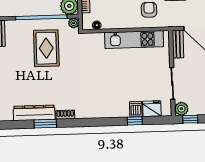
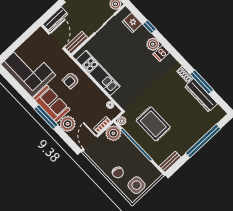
rug: (46, 48) -> (153, 124), turned 90
dishwasher: (136, 109) -> (161, 53), moved
plant: (117, 110) -> (153, 44), added
window: (45, 124) -> (202, 82), width x1.44

